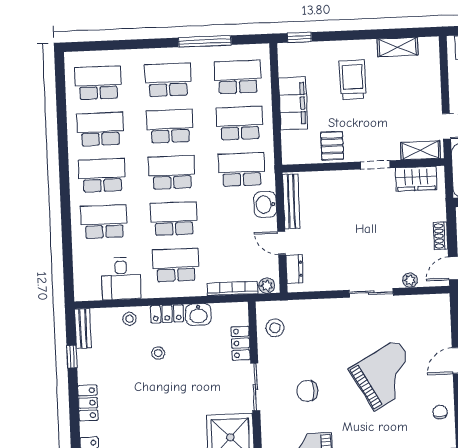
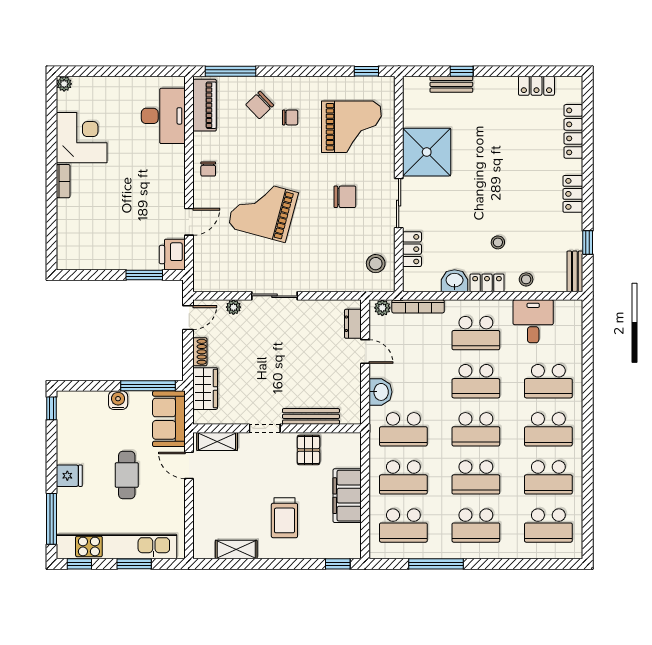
wardrobe: (416, 179) -> (205, 389), moved, turned 90
bench: (291, 201) -> (311, 416), moved, turned 90
grand piano: (386, 375) -> (263, 210), turned 44

